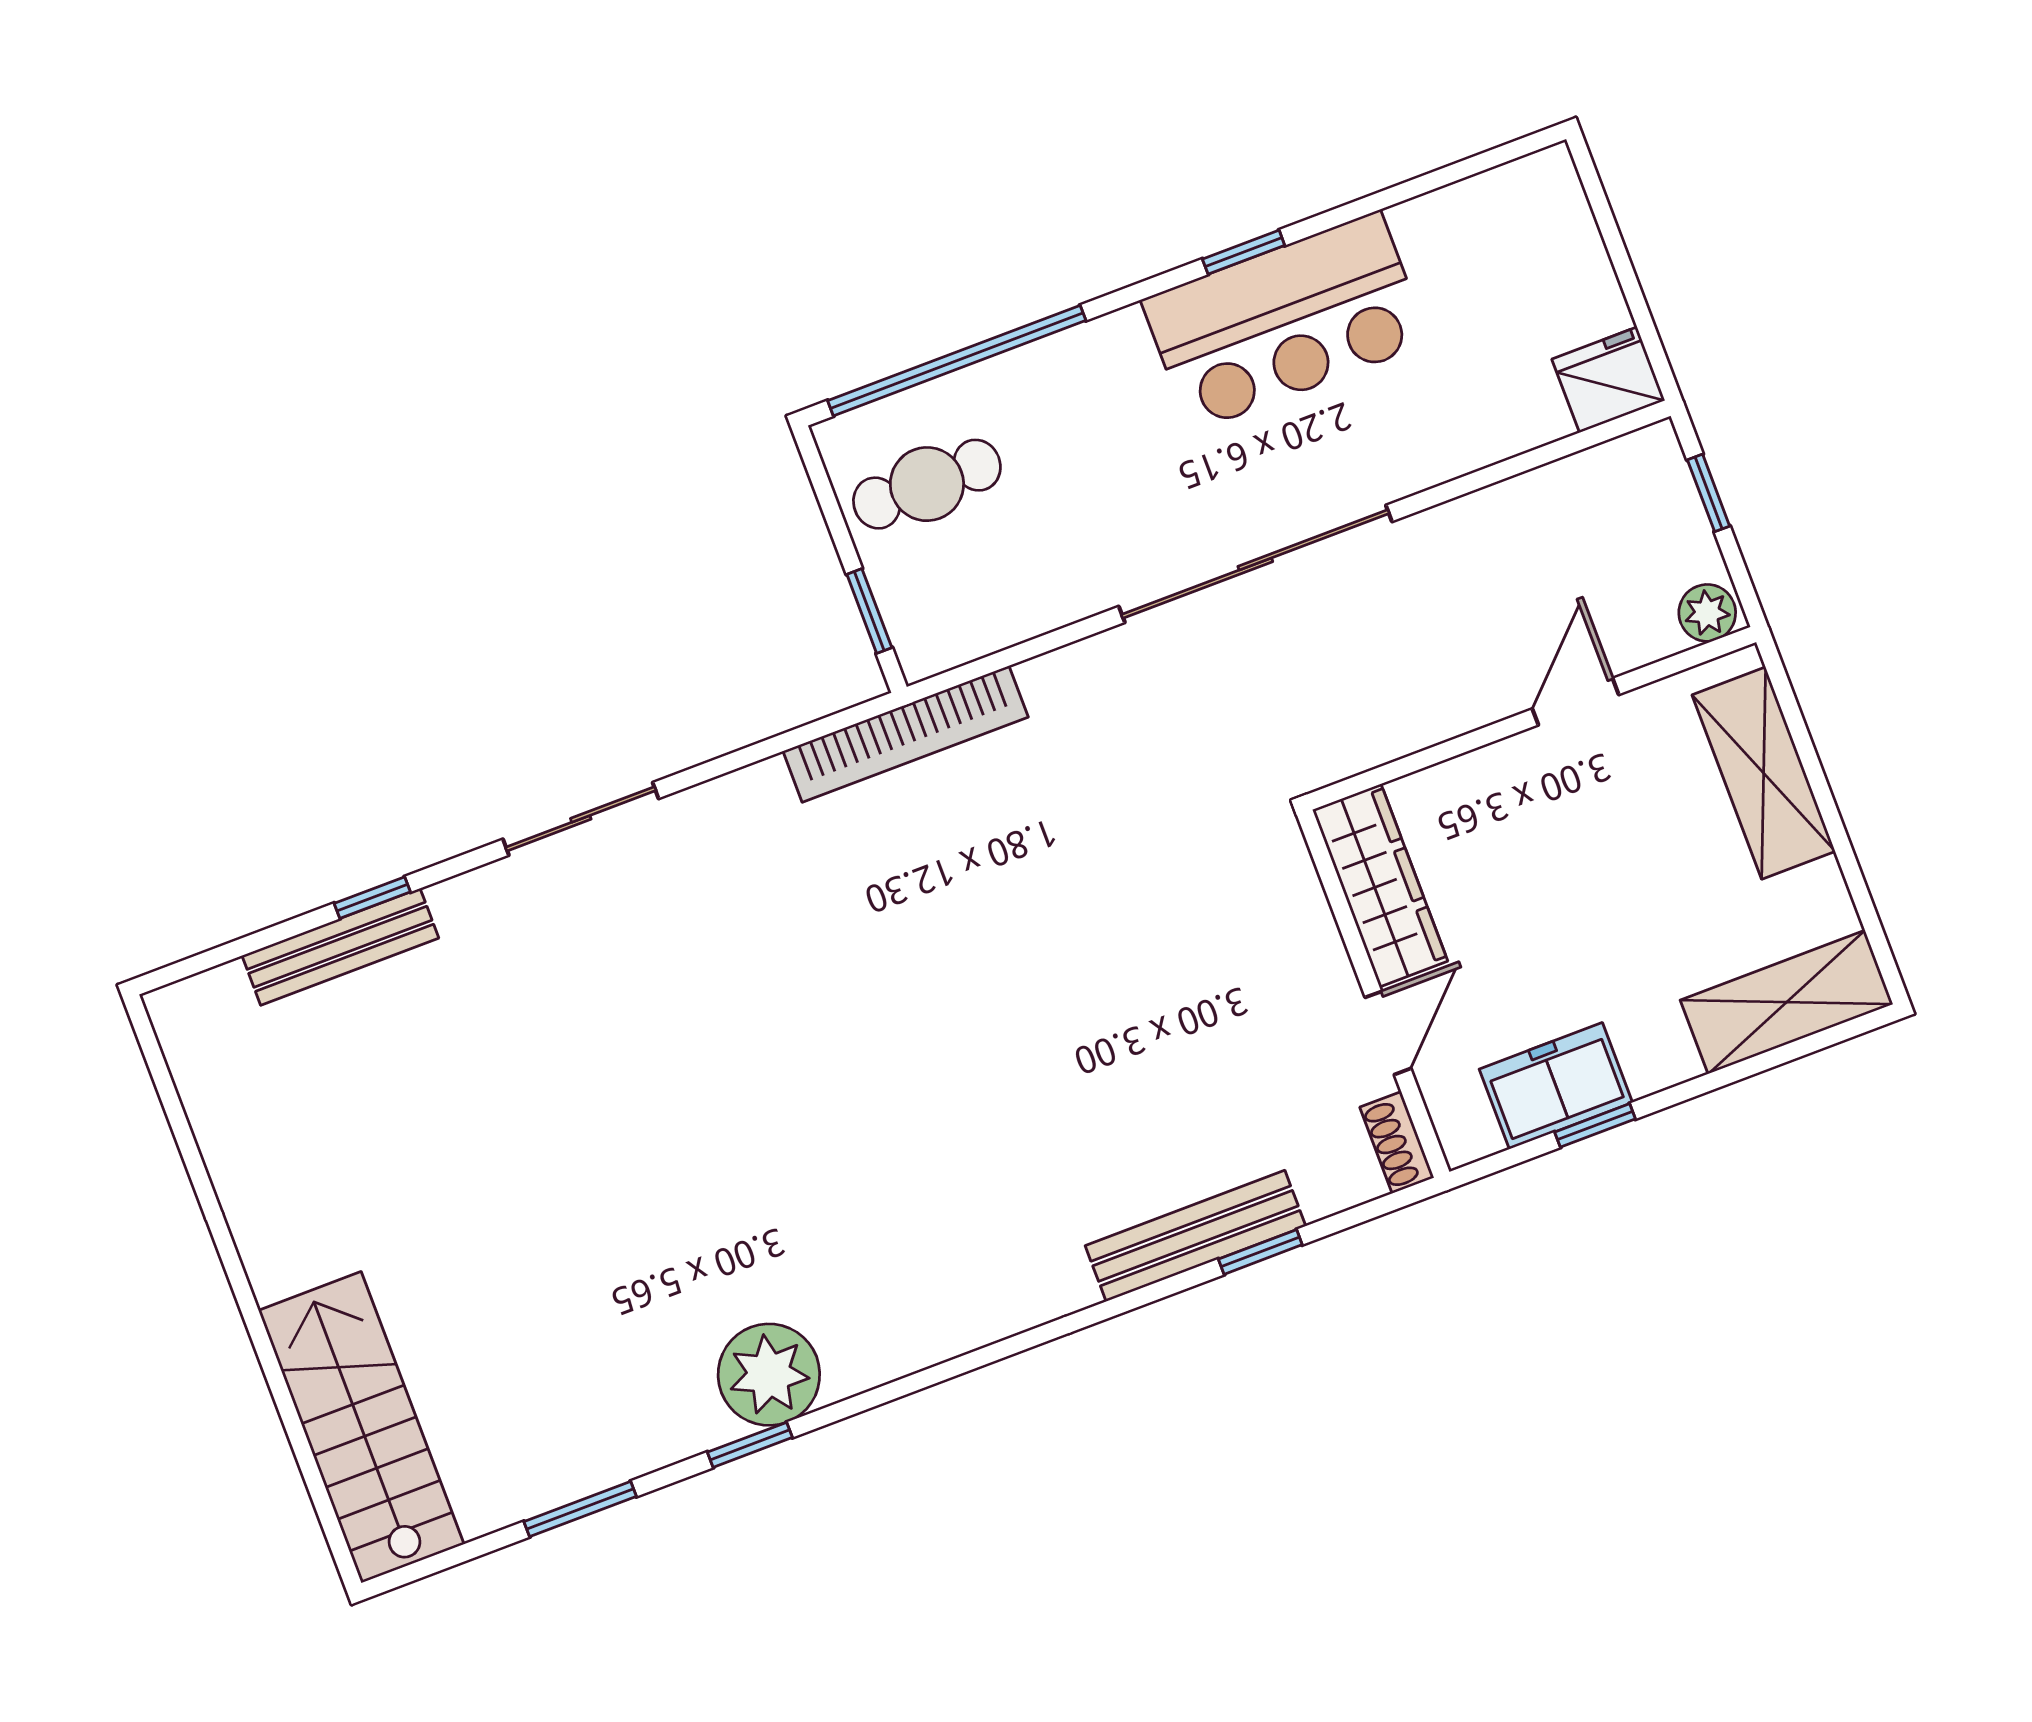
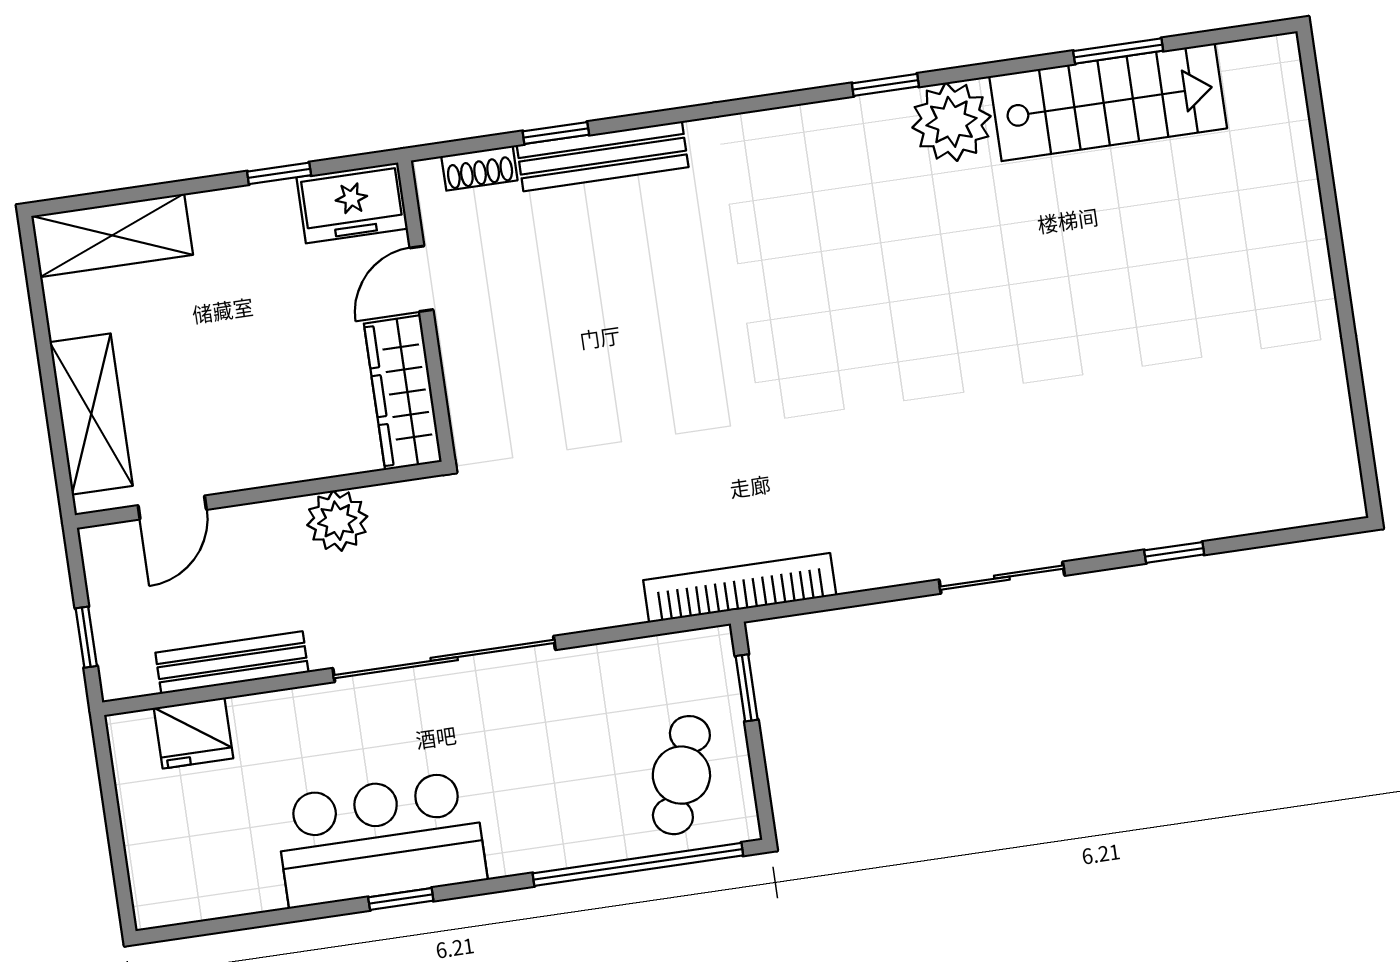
fridge: (1608, 380) -> (193, 733), moved
cafe table: (927, 484) -> (681, 775), turned -70
plant: (1707, 613) -> (337, 521), moved, width x1.38, depth x1.38
door: (1575, 702) -> (172, 508), moved
bench: (340, 947) -> (232, 663), moved
freezer: (1556, 1086) -> (352, 203), moved
shoe rack: (1397, 1142) -> (479, 168), moved, turned 90
stairs: (361, 1427) -> (1108, 102), moved, turned -90
window: (750, 1445) -> (885, 85), moved

